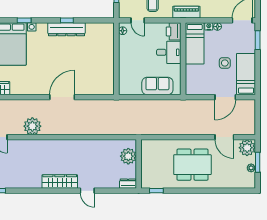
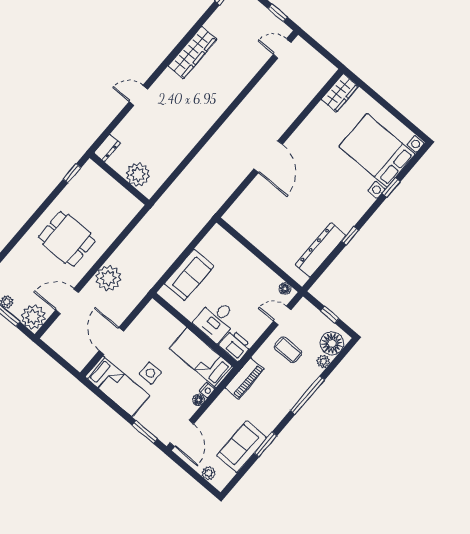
dresser: (66, 29) -> (321, 250), moved
plant: (32, 126) -> (108, 278), moved
dining table: (192, 165) -> (67, 239), width x0.73
wardrobe: (60, 182) -> (192, 53), moved

